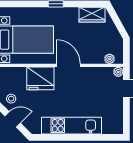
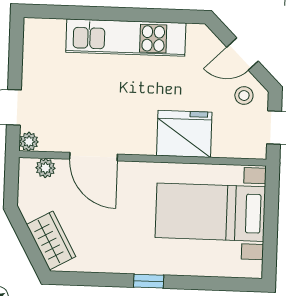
wardrobe: (92, 15) -> (51, 241), moved, turned 61
door: (68, 65) -> (94, 157), moved

